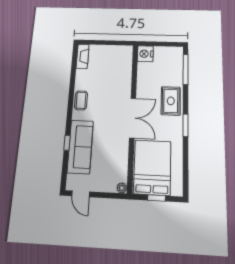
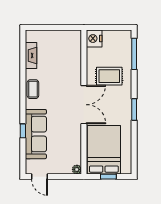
fireplace: (83, 56) -> (31, 56), moved
rug: (171, 101) -> (109, 76), moved, turned 90

